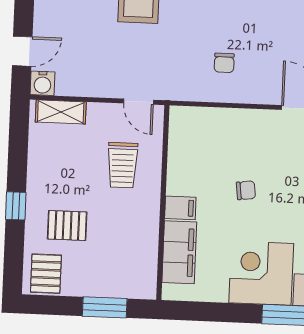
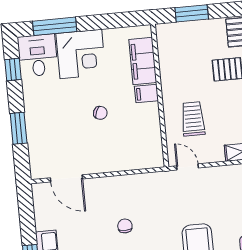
chair: (224, 63) -> (125, 226), moved
chair: (246, 190) -> (100, 113), turned -151

